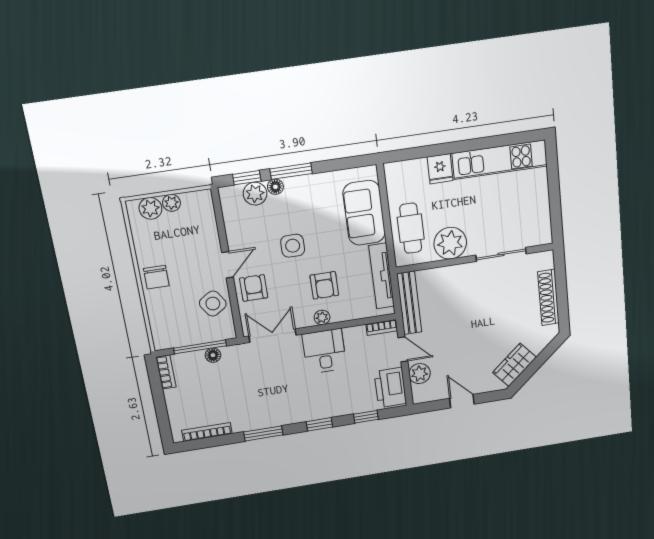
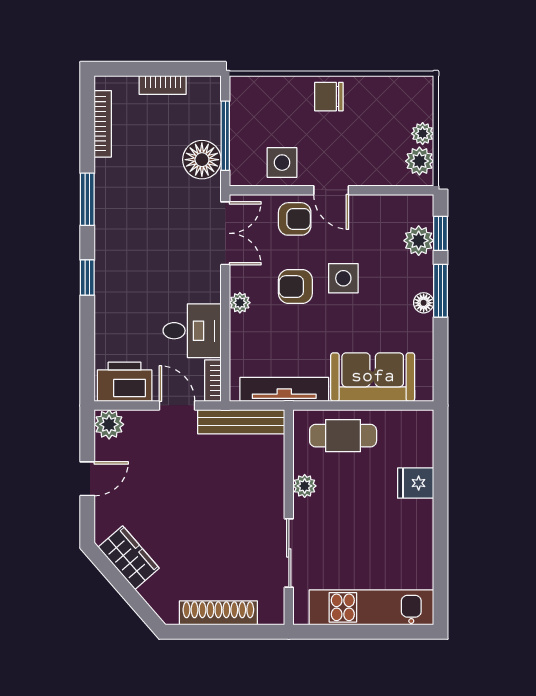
kitchen unit: (500, 160) -> (371, 607), moved, turned 90
floor lamp: (275, 187) -> (424, 303), moved
plant: (150, 208) -> (419, 161), moved
plant: (450, 243) -> (305, 486), width x0.53, depth x0.53
armchair: (324, 285) -> (295, 287), moved
side table: (213, 304) -> (282, 163), turned 33
door: (403, 349) -> (177, 405), swing flipped
desk: (324, 351) -> (192, 331), moved
floor lamp: (213, 355) -> (202, 160), width x1.89, depth x1.89
bookcase: (166, 372) -> (163, 85), moved
plant: (420, 374) -> (109, 424), moved
window: (366, 417) -> (87, 343), removed

